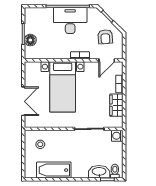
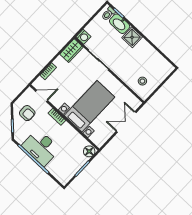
armchair: (105, 37) -> (27, 113), turned 94
floor lamp: (30, 40) -> (89, 151), moved
wardrobe: (116, 105) -> (71, 51), moved
bathtub: (54, 170) -> (150, 54), removed
shower: (80, 170) -> (132, 37), added

